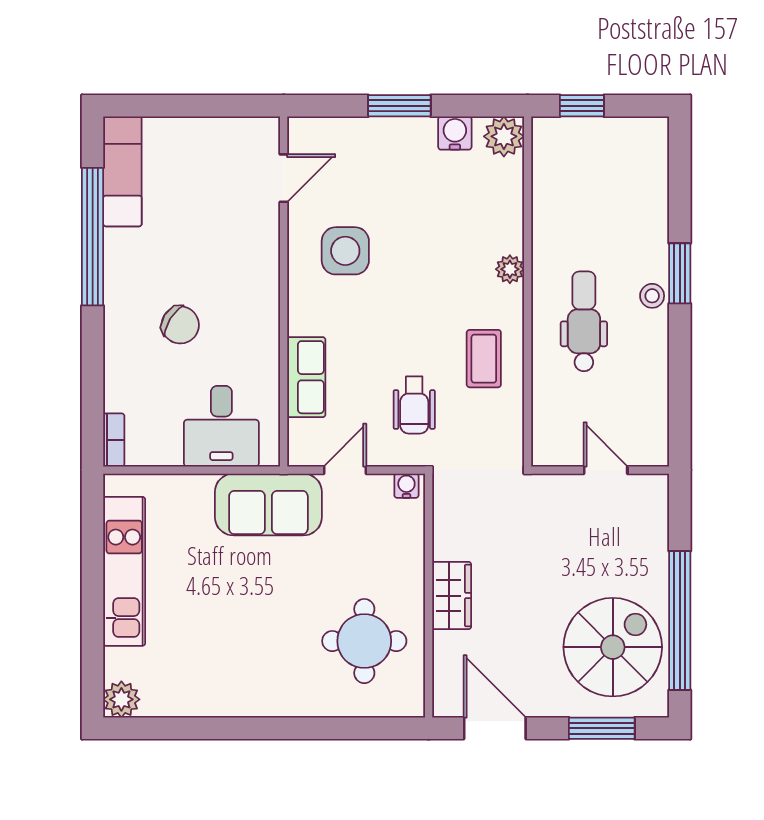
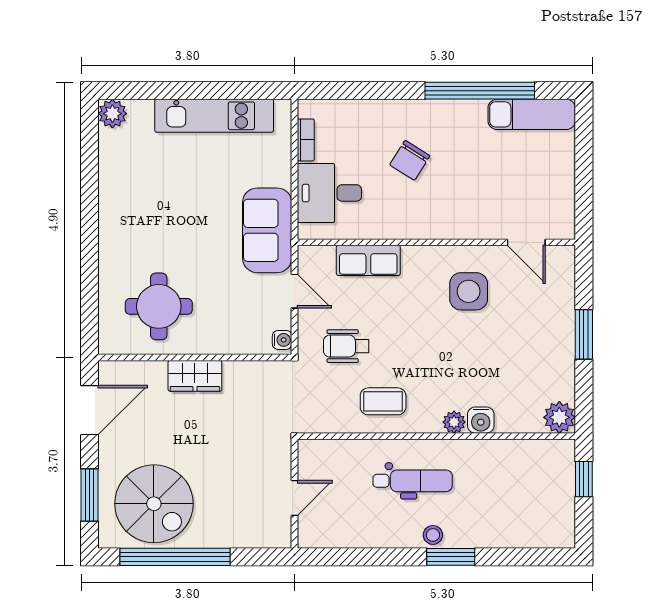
water cooler: (455, 133) -> (481, 420), moved, turned 90
bookcase: (114, 440) -> (306, 140), moved, turned -90

